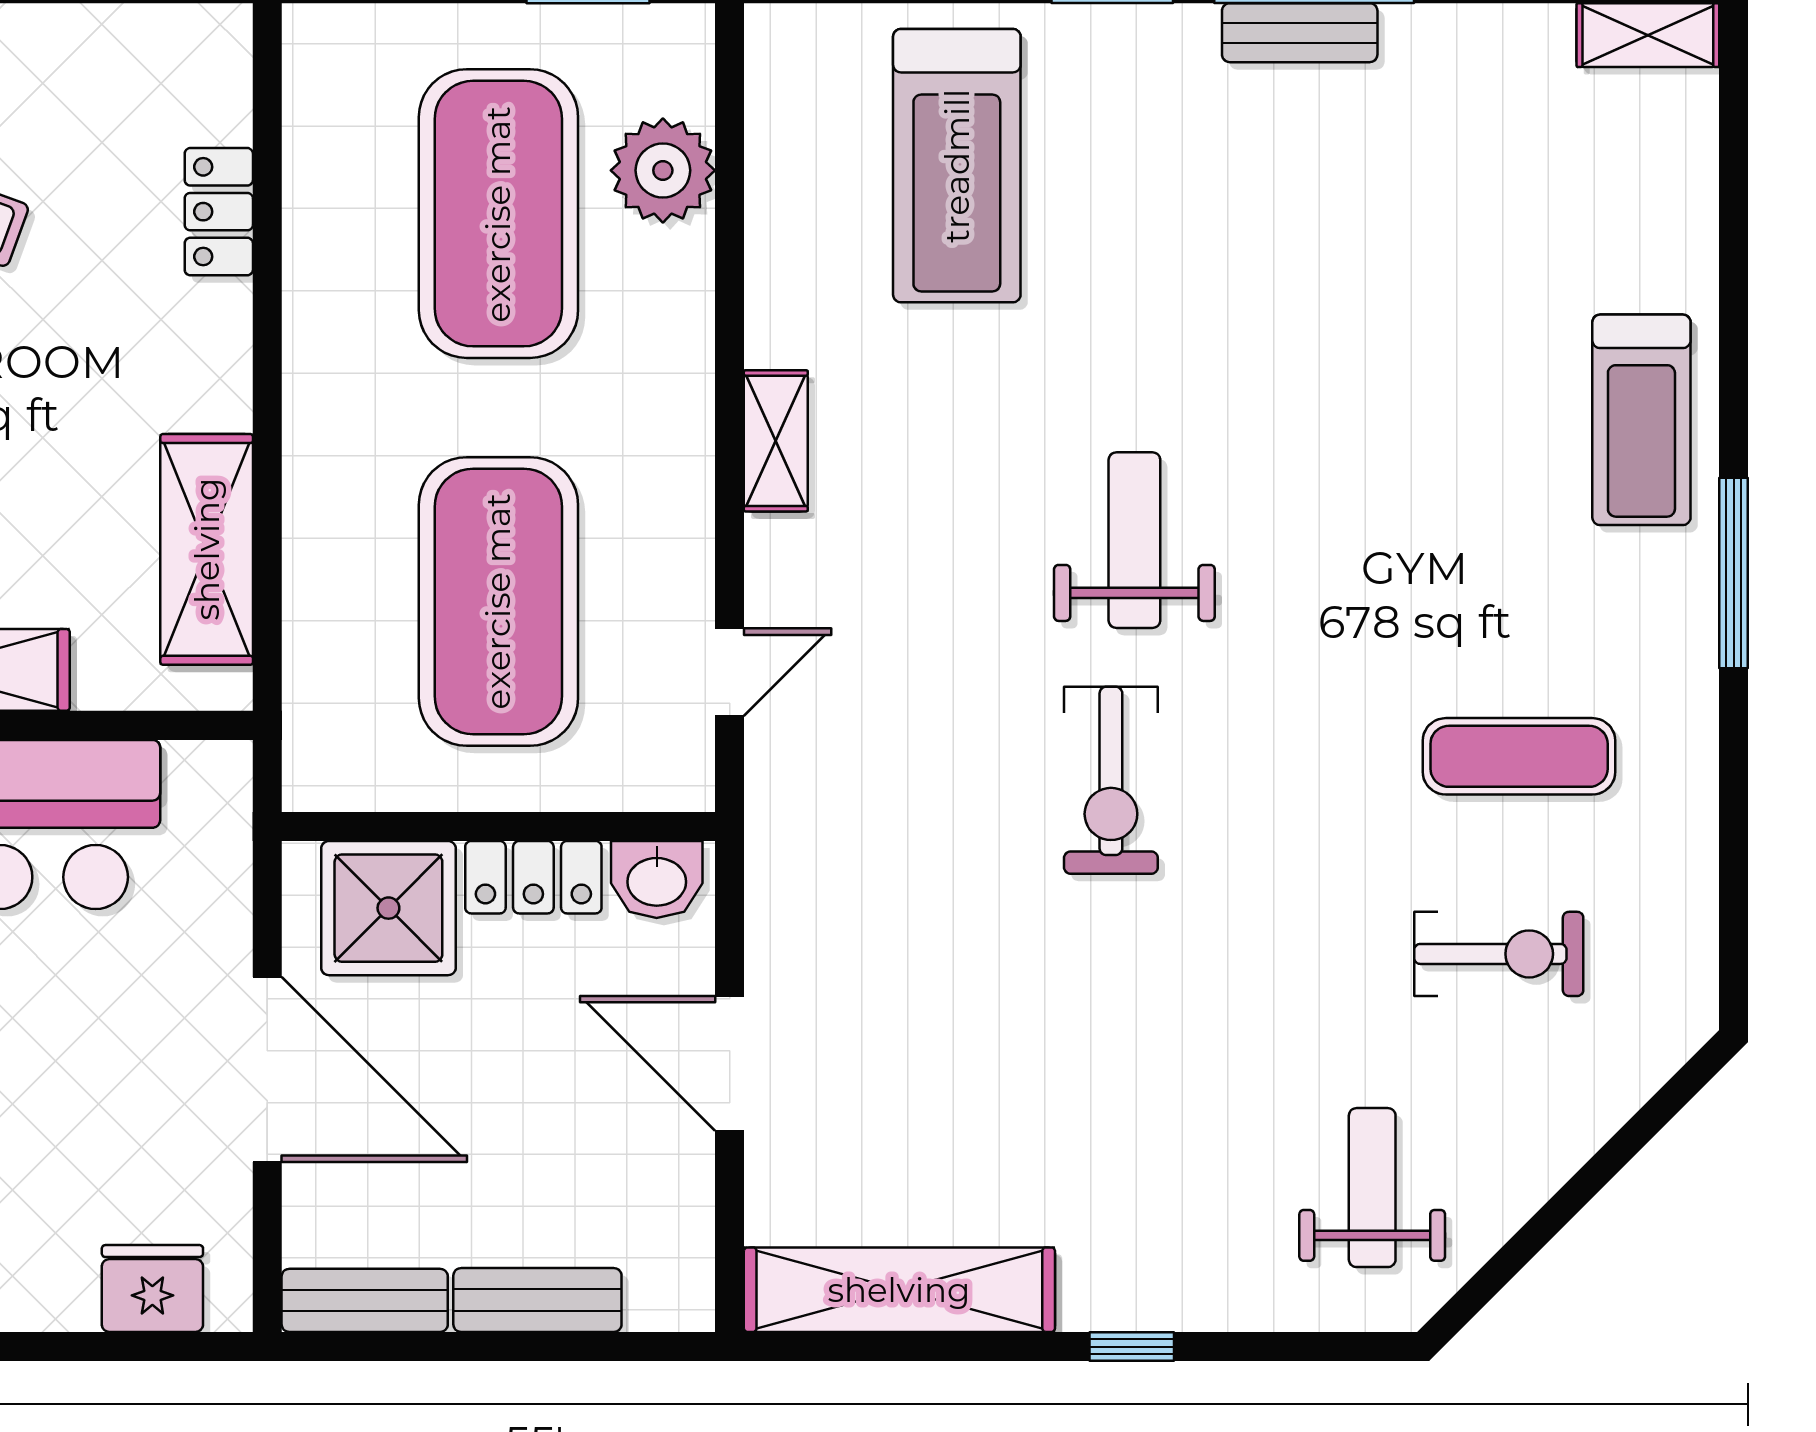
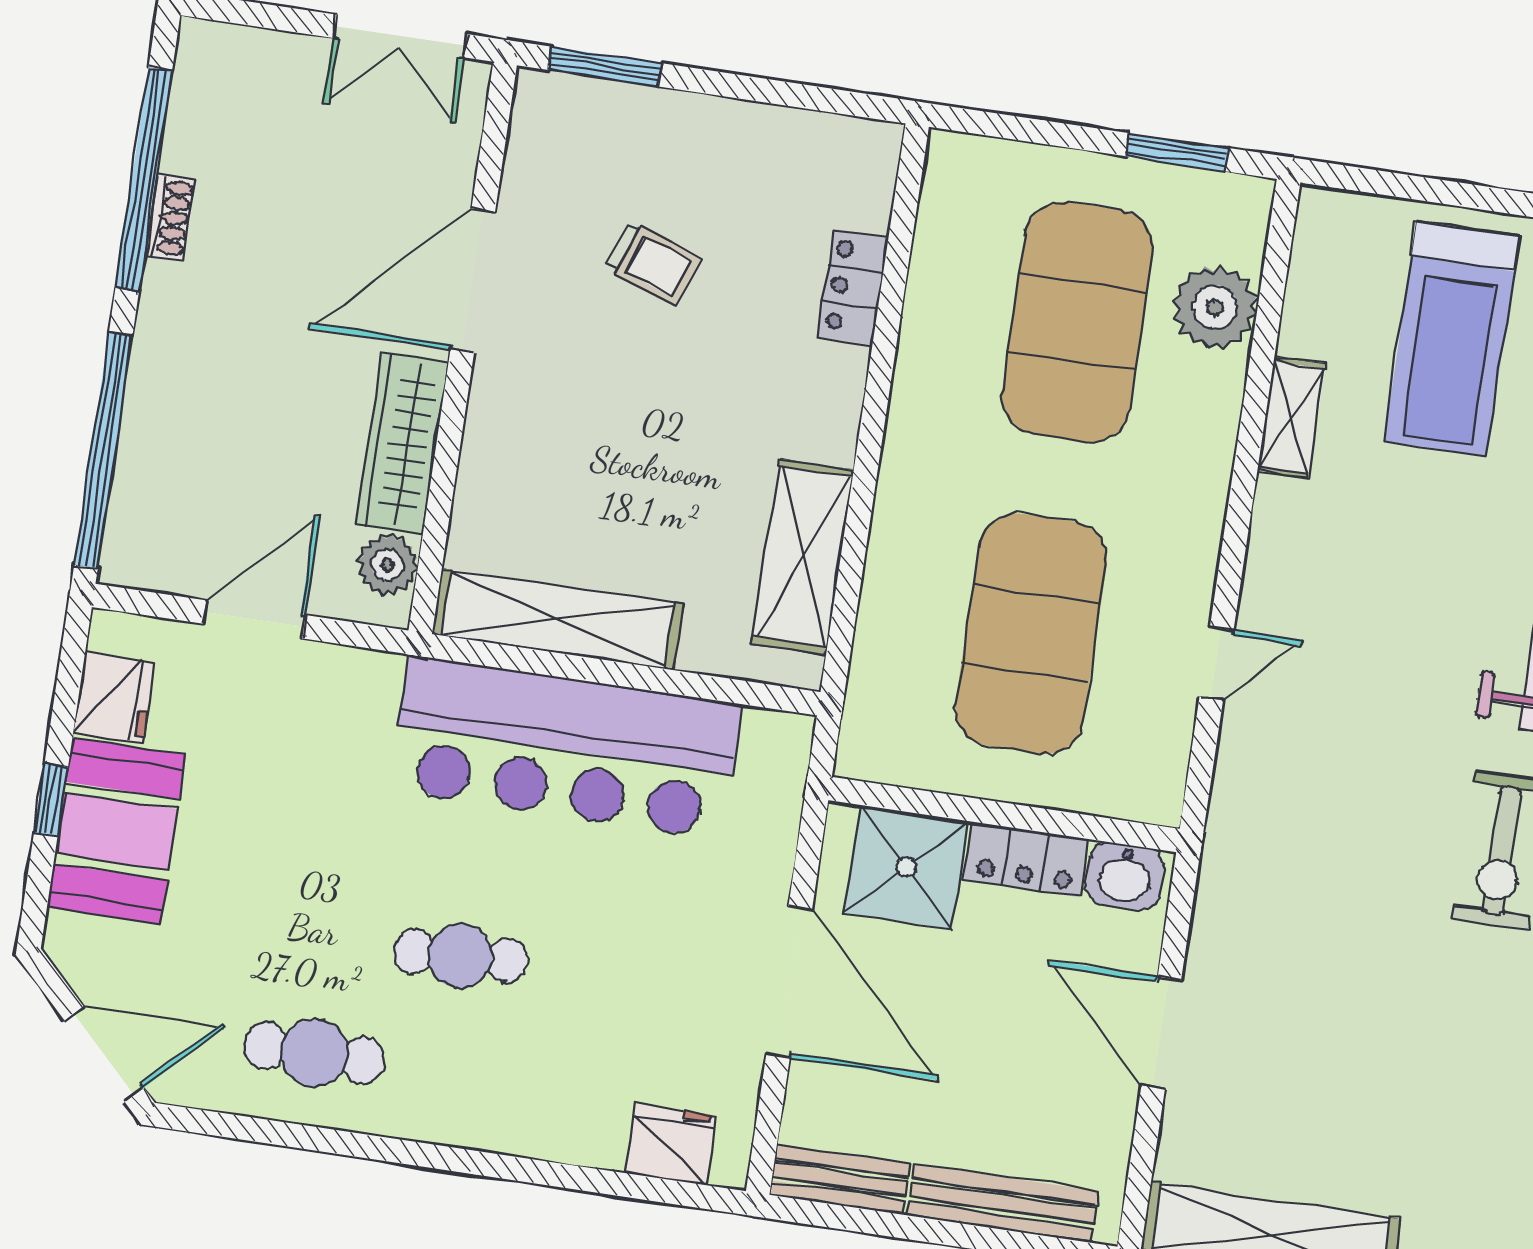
shelving: (776, 441) -> (1291, 417), moved
door: (730, 672) -> (1216, 663), moved
bench: (537, 1300) -> (1003, 1203), width x1.36

